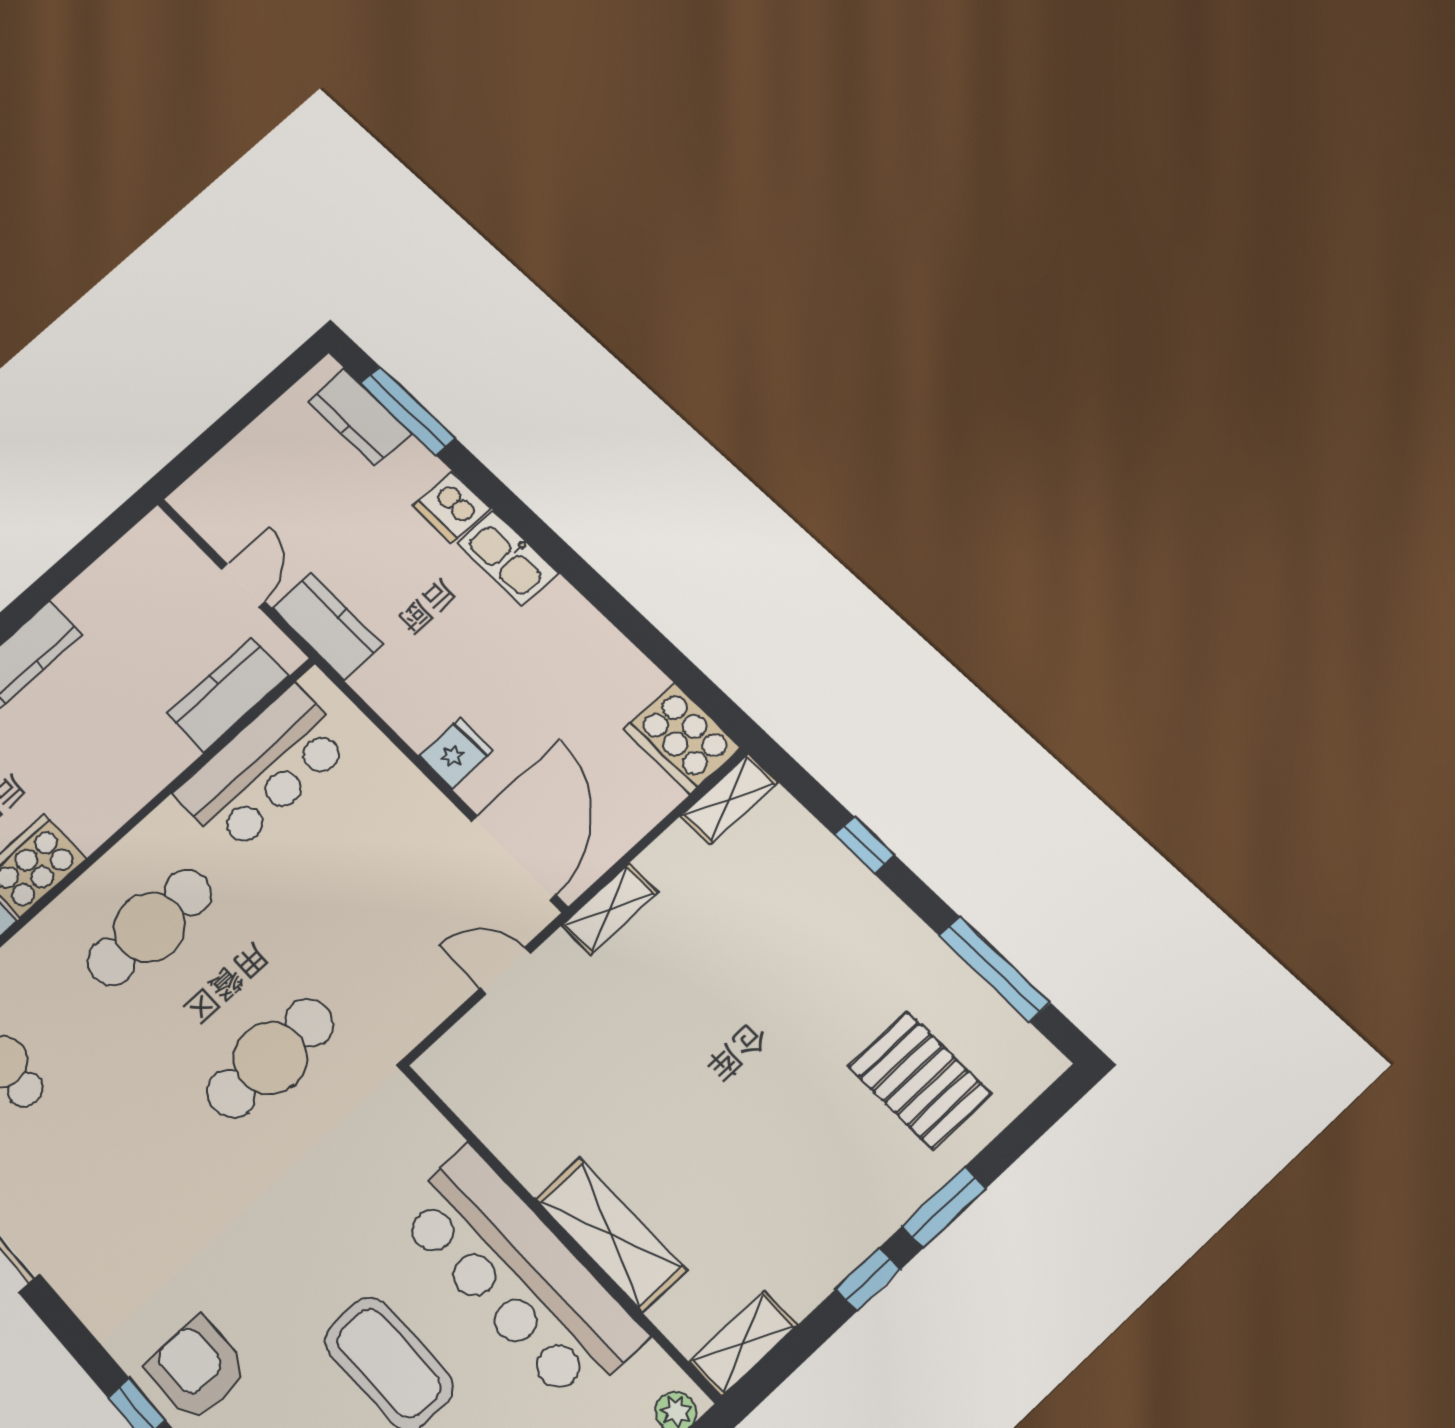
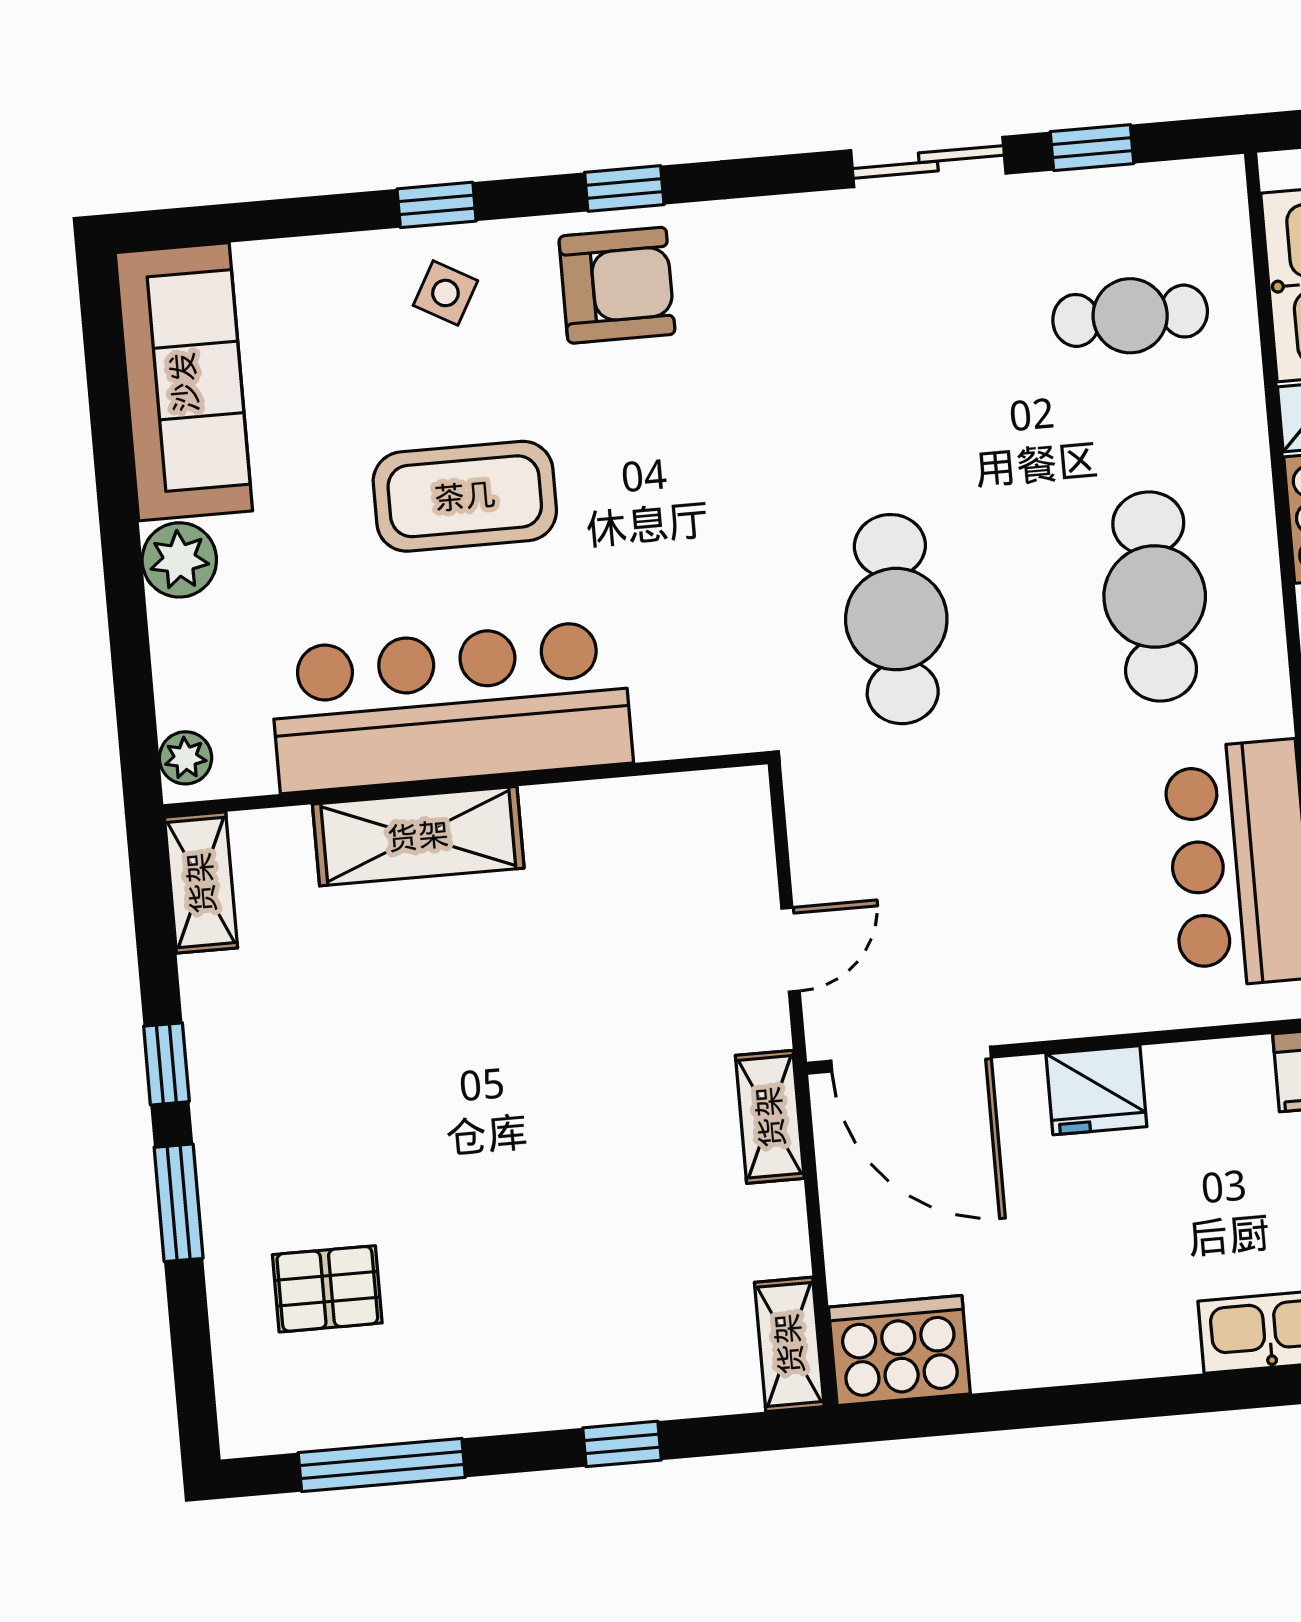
fridge: (456, 753) -> (1096, 1090), width x1.38
pallet: (920, 1080) -> (327, 1289), width x0.67, depth x0.71

